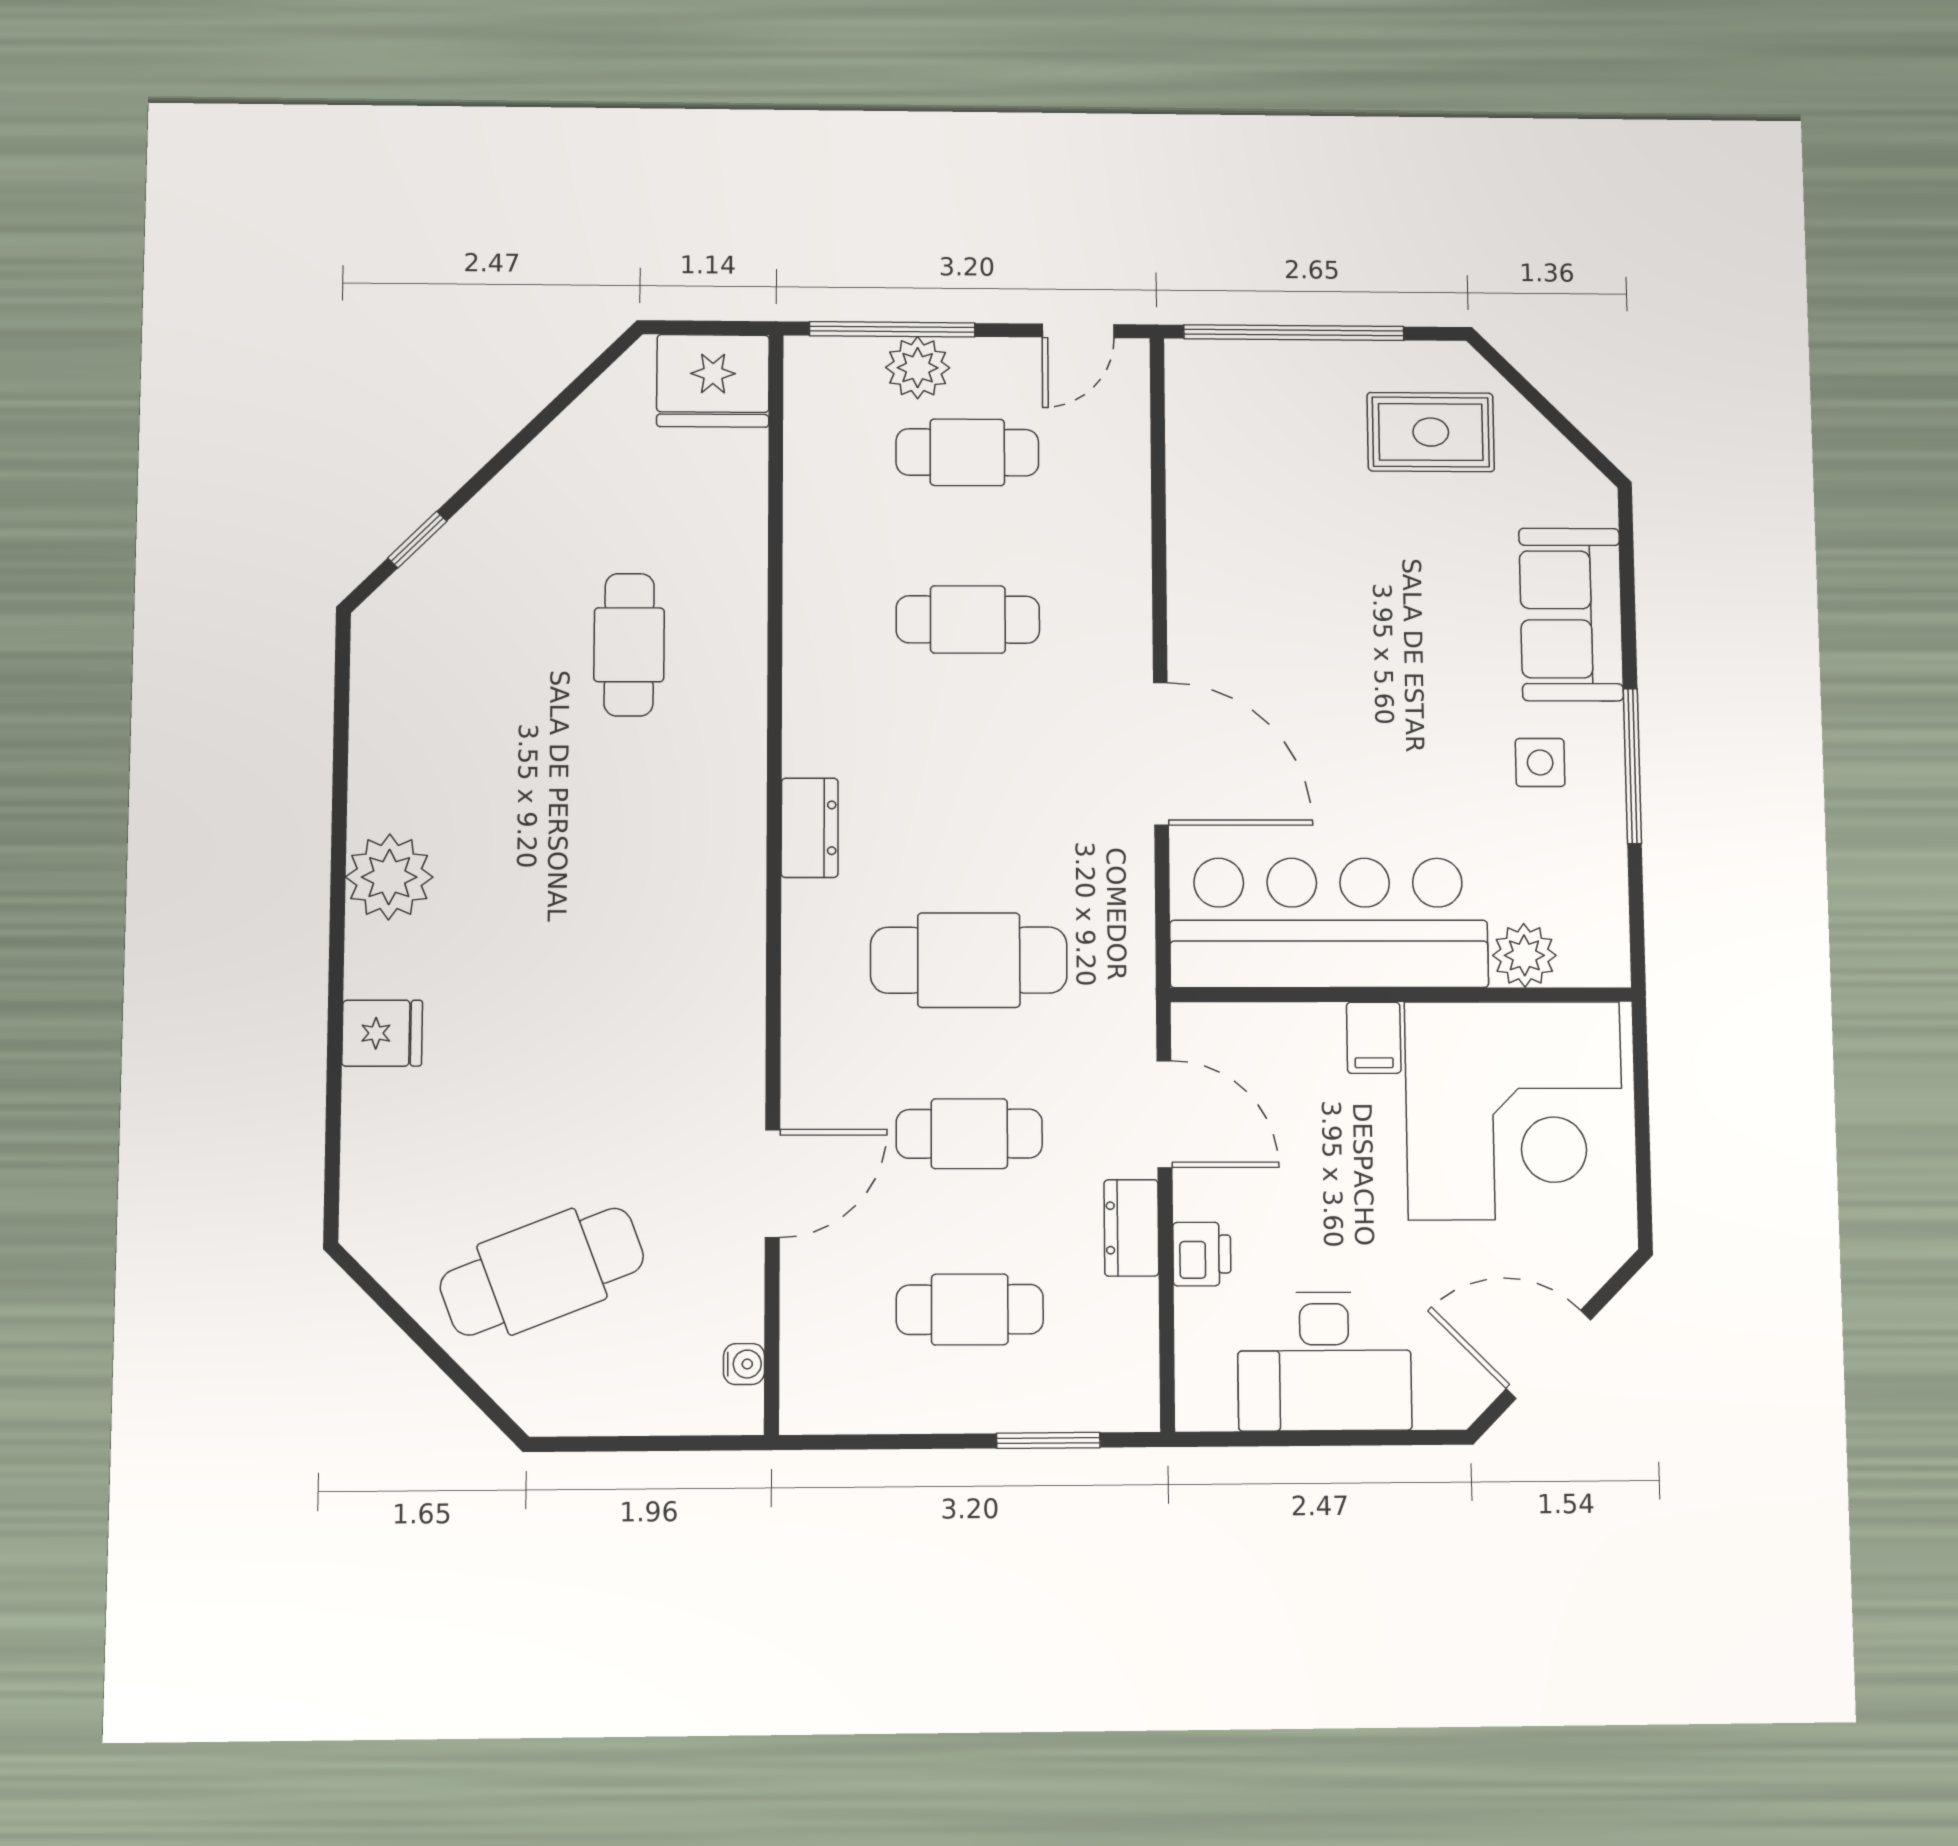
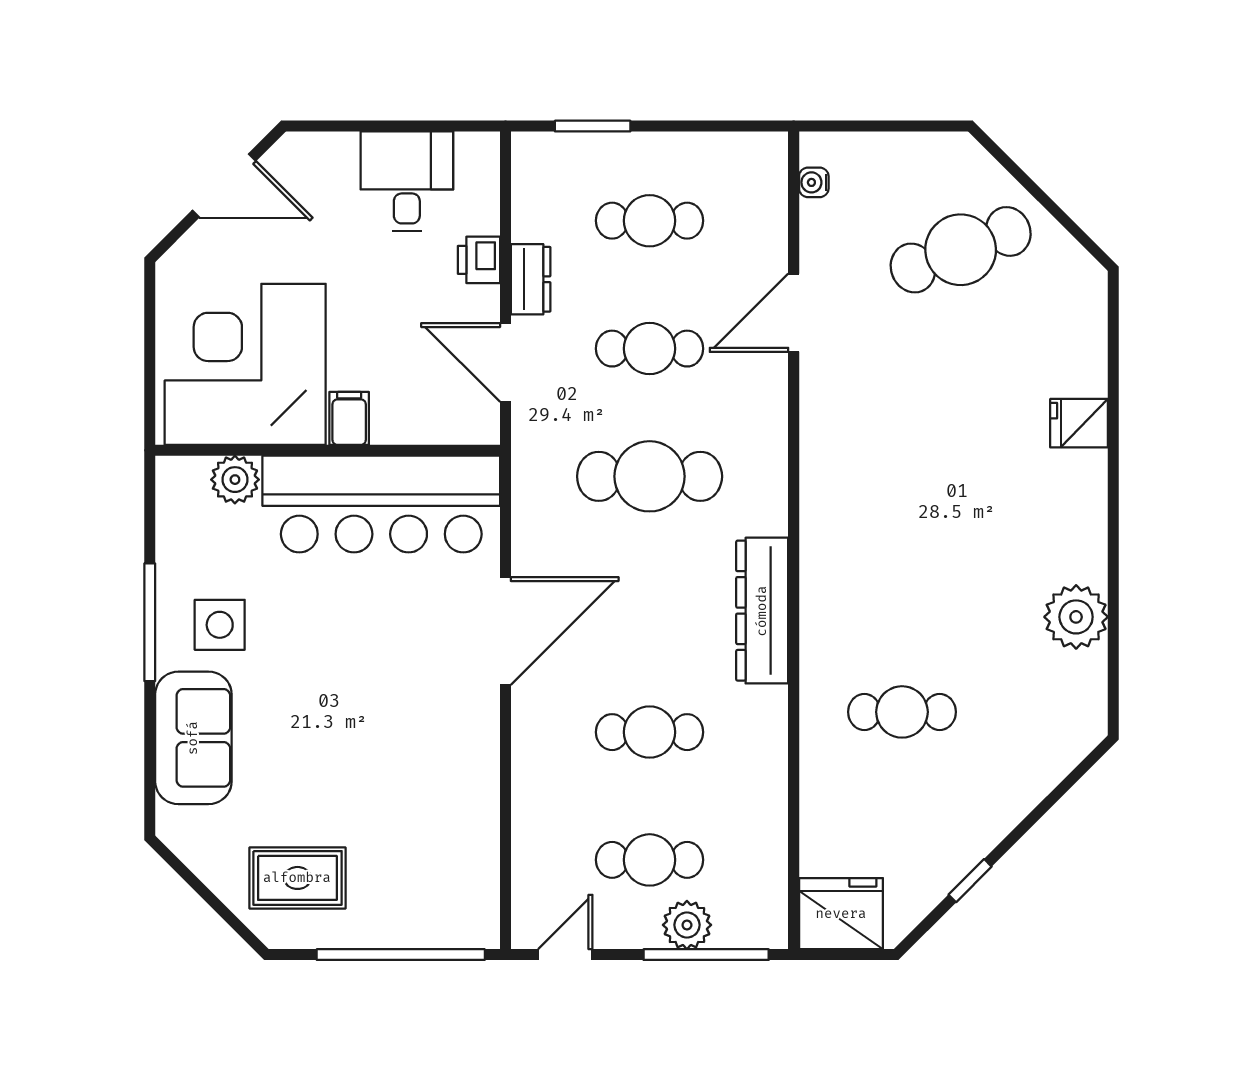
window: (417, 540) -> (970, 881), moved
cafe table: (629, 645) -> (902, 712), turned 90
door: (1161, 754) -> (505, 631), swing flipped
side table: (1540, 763) -> (220, 625), width x1.37, depth x1.37
dresser: (810, 828) -> (762, 611), width x1.96, depth x1.24
plant: (389, 877) -> (1076, 617), moved
desk: (1325, 1361) -> (407, 181), width x0.73

